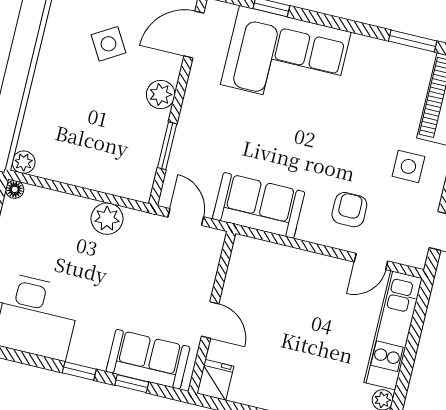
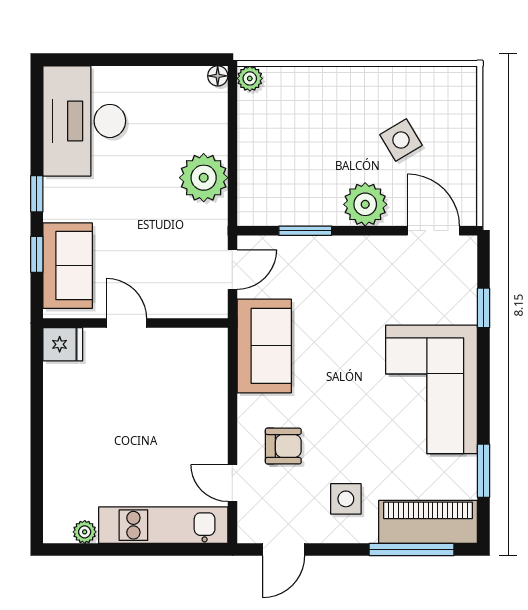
corner sofa: (286, 58) -> (432, 389), moved
plant: (161, 94) -> (365, 204), width x1.36, depth x1.36
plant: (107, 219) -> (204, 178), width x1.36, depth x1.36
door: (210, 320) -> (127, 323), swing flipped

